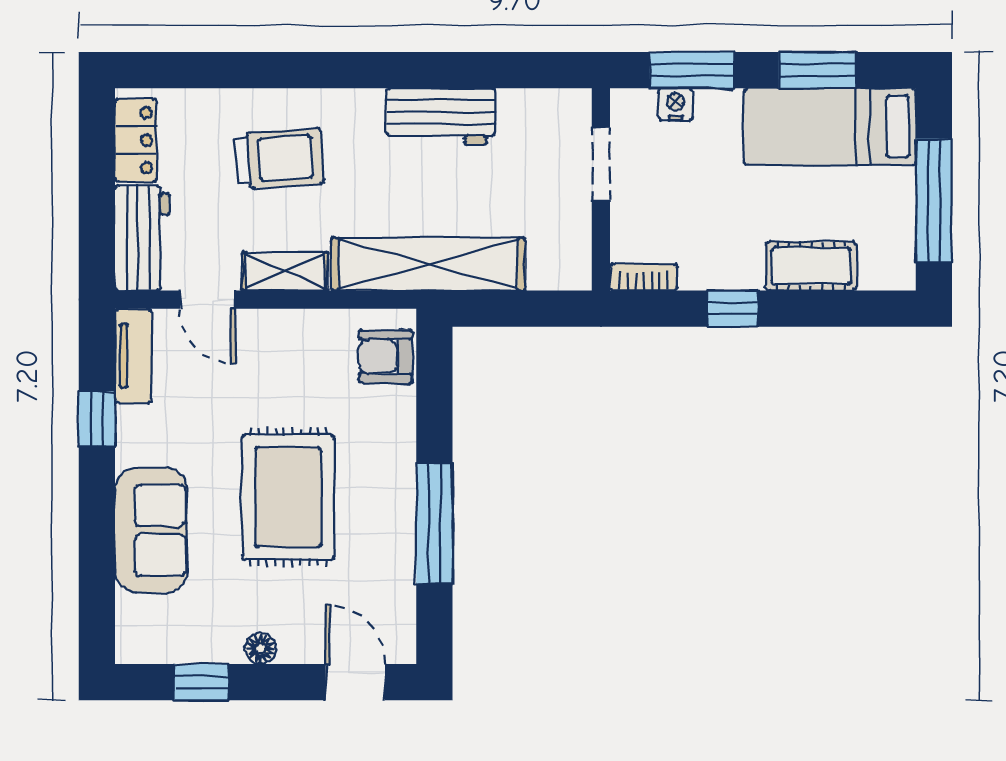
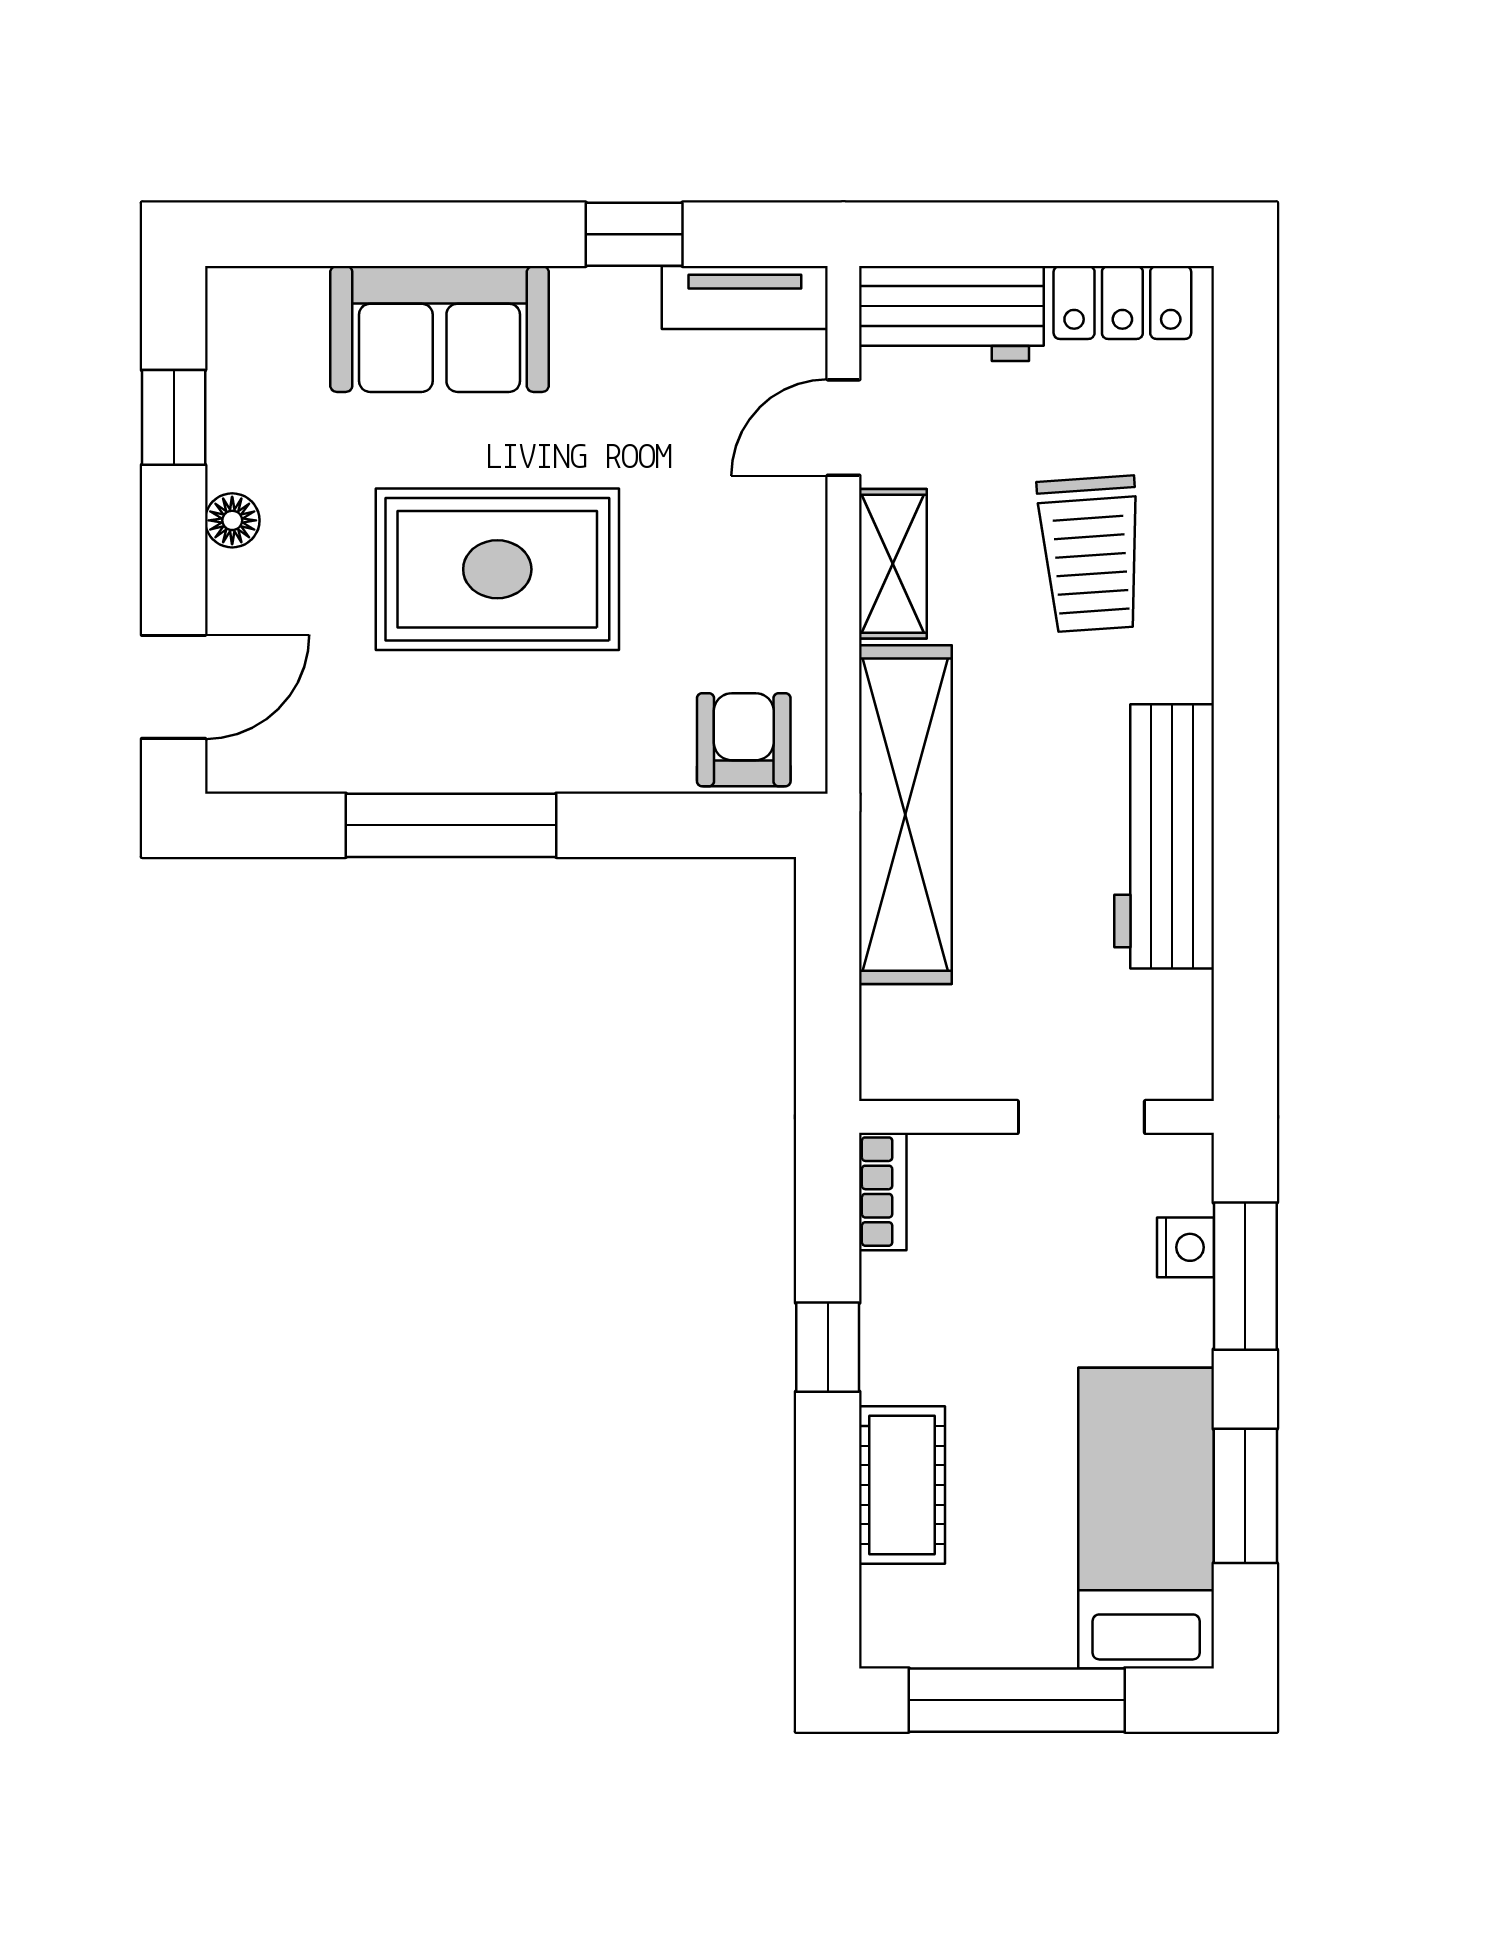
workbench: (441, 116) -> (1164, 836), width x1.38

